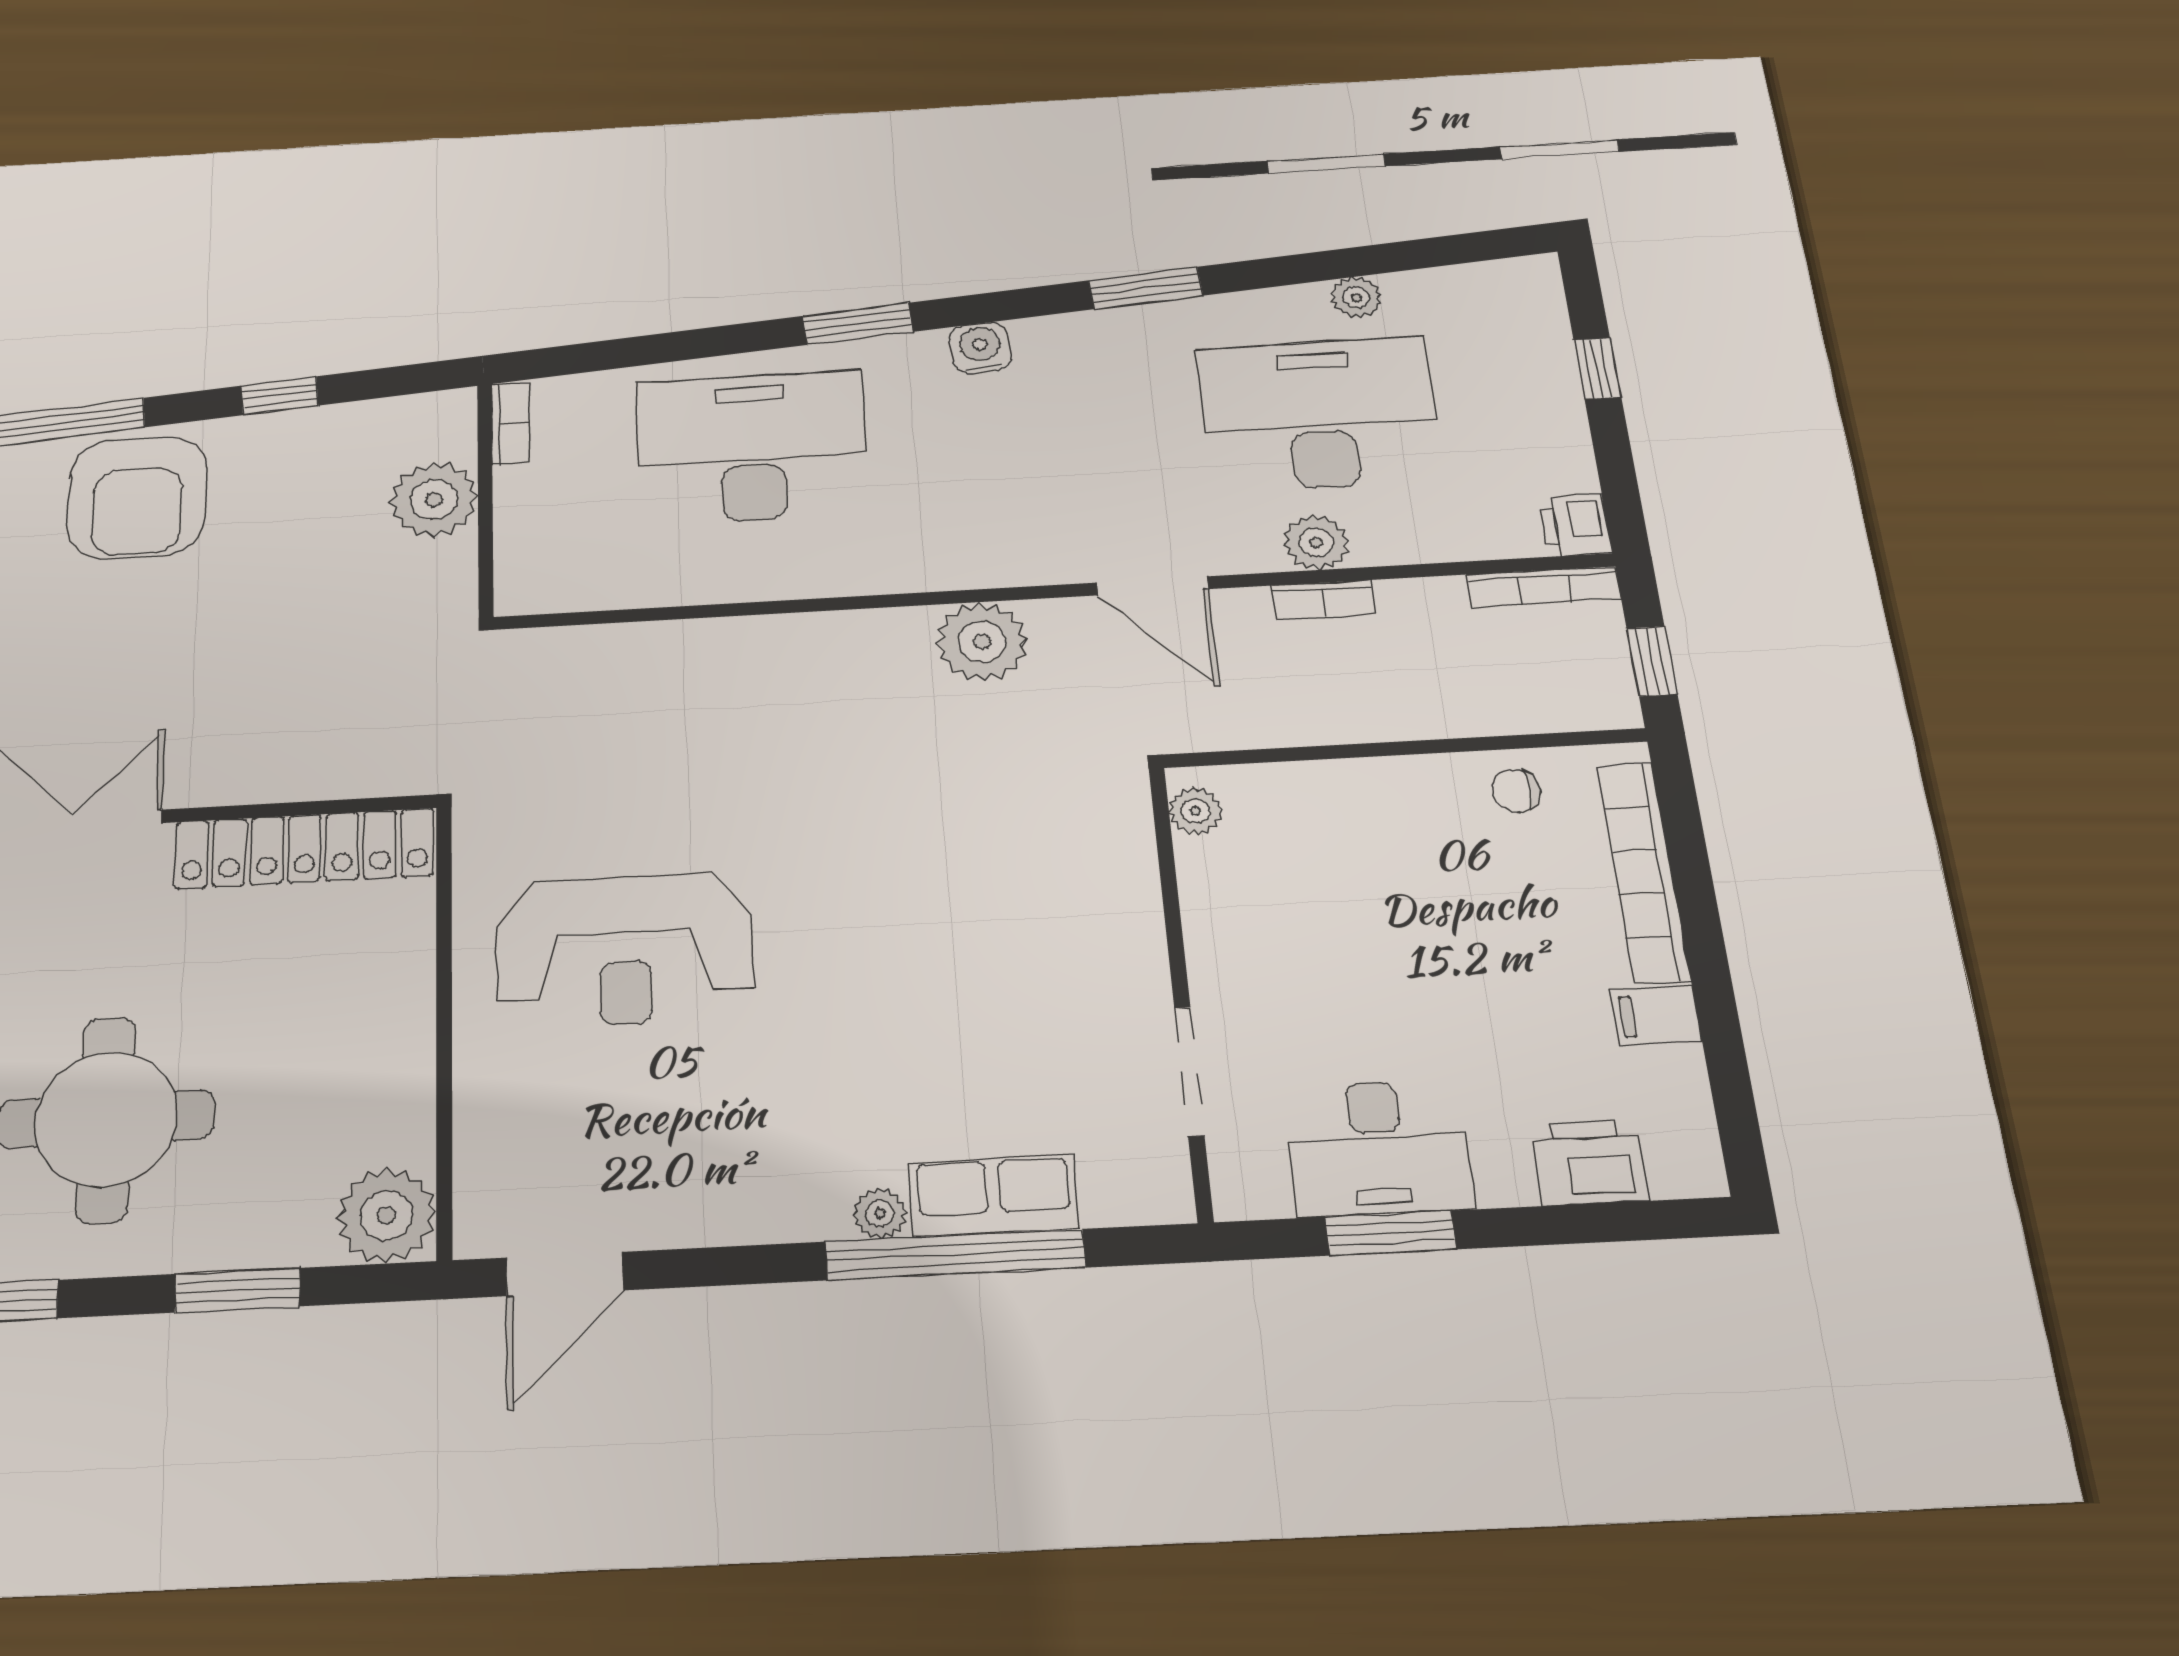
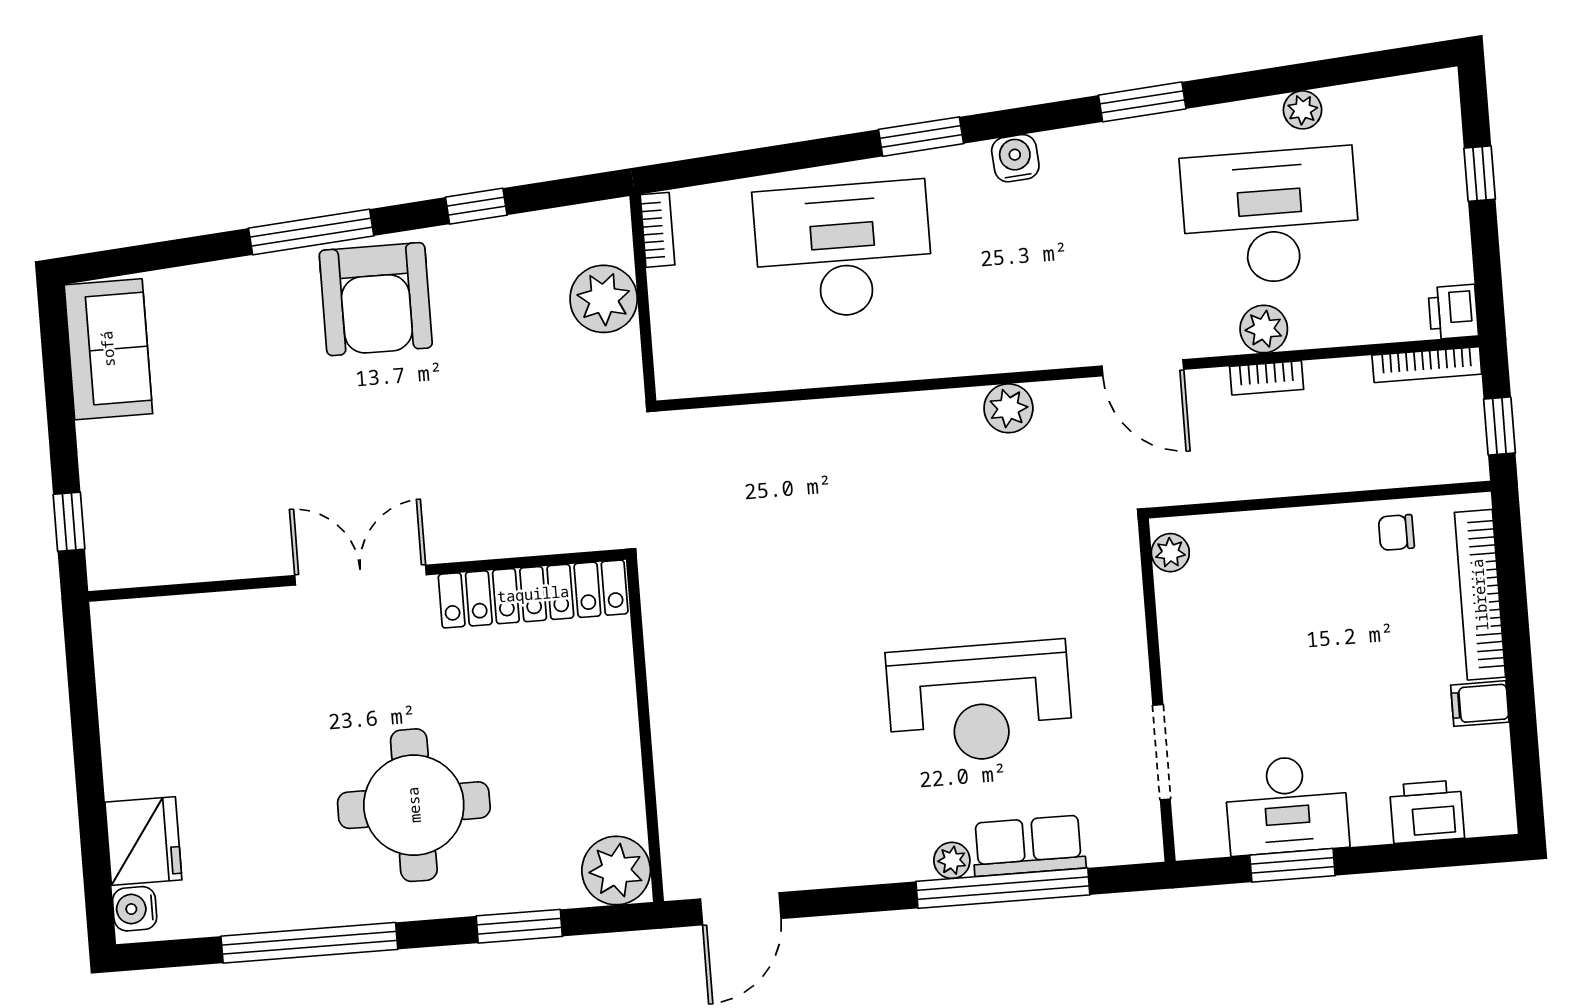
plant: (982, 642) -> (1008, 408), width x0.73, depth x0.73
reception desk: (625, 950) -> (979, 702), moved

